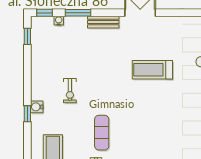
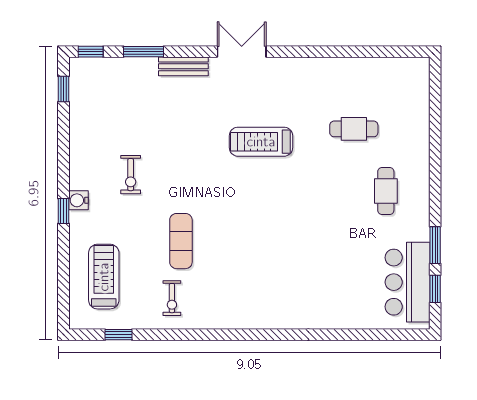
water cooler: (59, 21) -> (113, 64), removed

